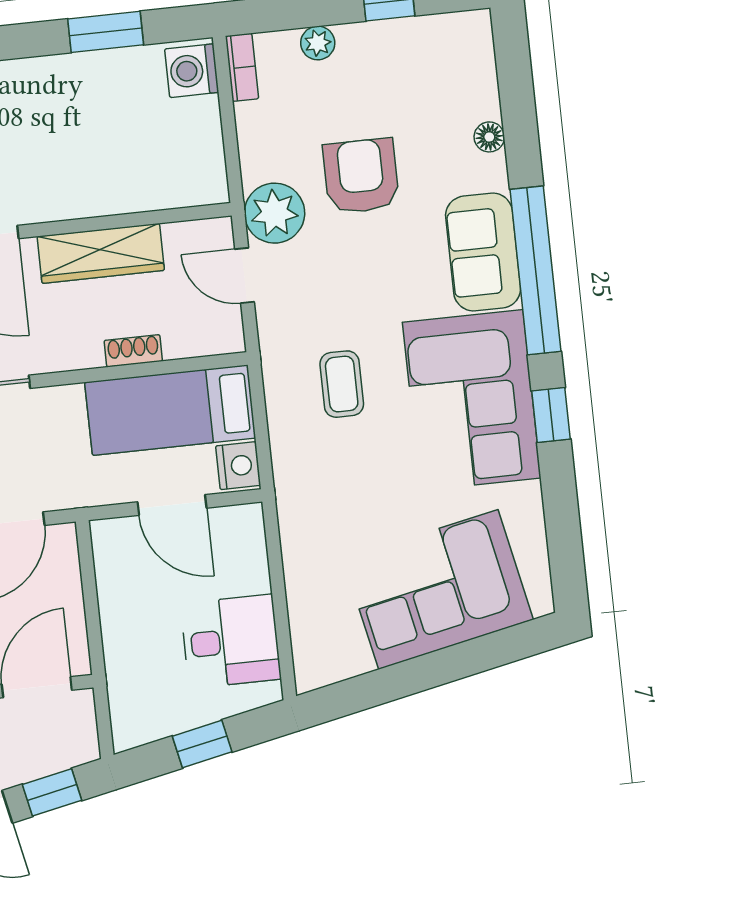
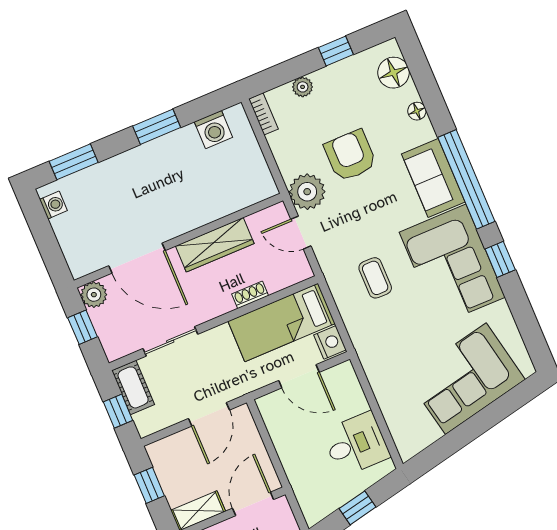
window: (106, 32) -> (157, 127), moved
floor lamp: (470, 64) -> (394, 73), added
washing machine: (192, 71) -> (213, 130), moved, turned -90

